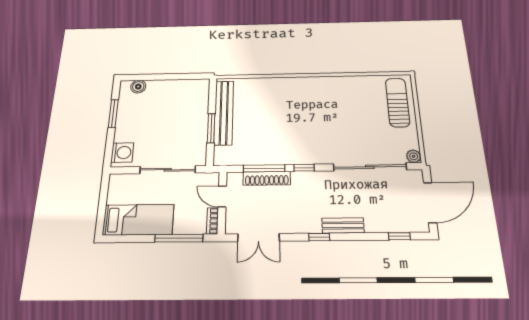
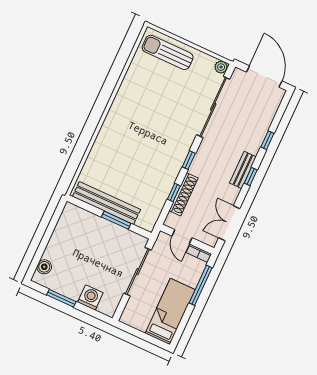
washing machine: (122, 153) -> (90, 297), moved
window: (264, 168) -> (174, 192), width x0.46
door: (222, 196) -> (182, 237), hinge flipped
bench: (343, 225) -> (243, 170), moved
window: (399, 236) -> (267, 140), moved
double door: (258, 238) -> (229, 223), swing flipped

